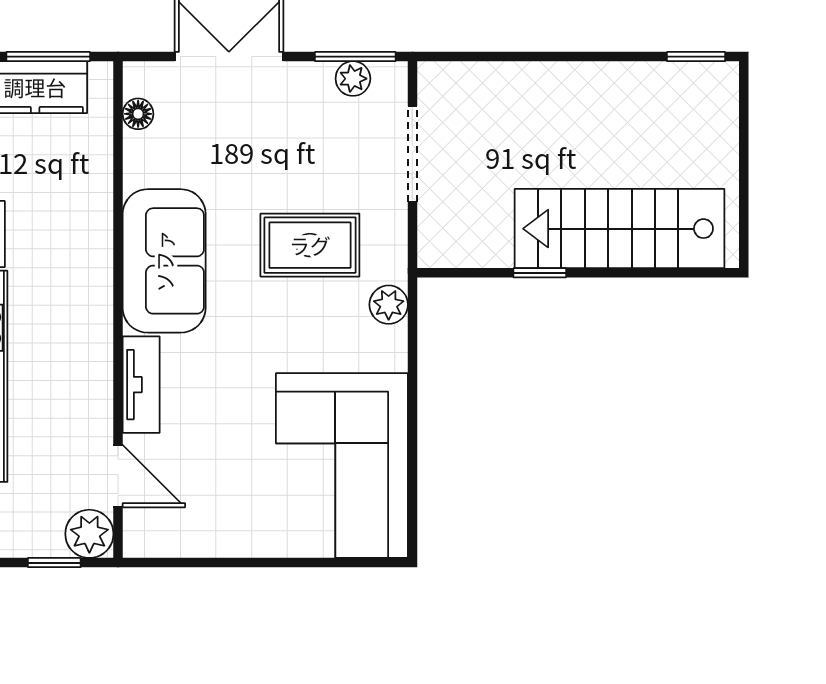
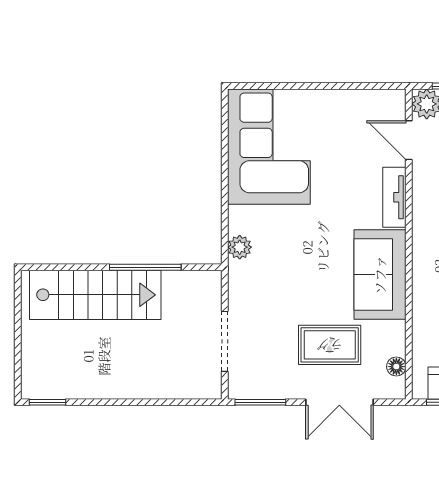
plant: (353, 79) -> (262, 389), removed
rug: (310, 245) -> (330, 345), moved
window: (540, 273) -> (145, 267), width x2.17

